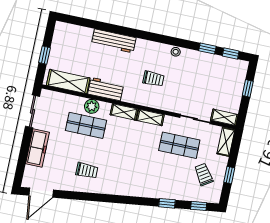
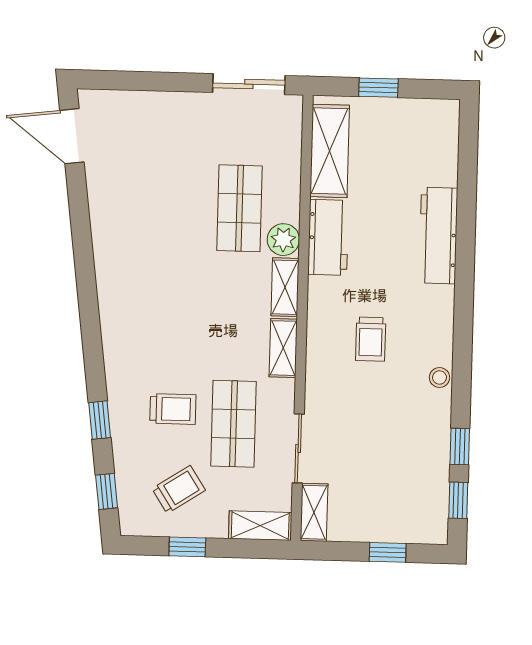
plant: (92, 106) -> (283, 240), moved
freezer: (37, 148) -> (169, 110), removed
trolley: (87, 170) -> (173, 409), moved, turned -90

